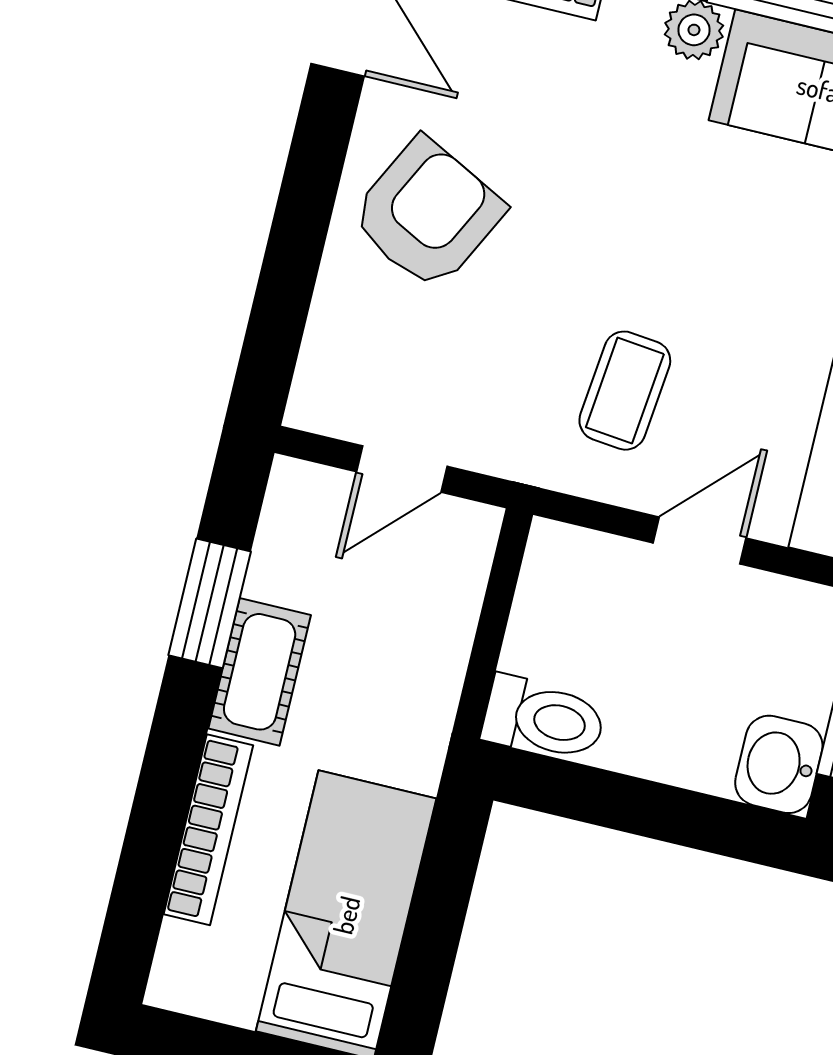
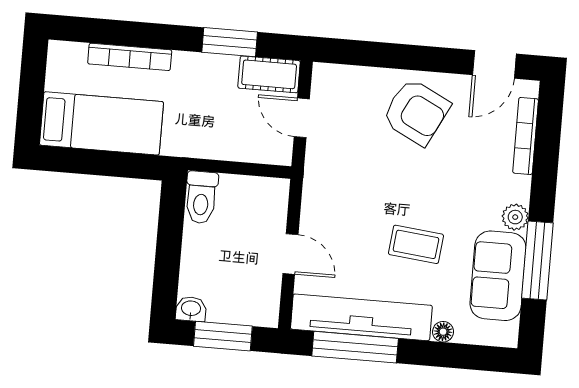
coffee table: (625, 391) -> (416, 244), moved
cot: (260, 672) -> (269, 74), moved
washbasin: (779, 764) -> (191, 309), width x0.72, depth x0.69

